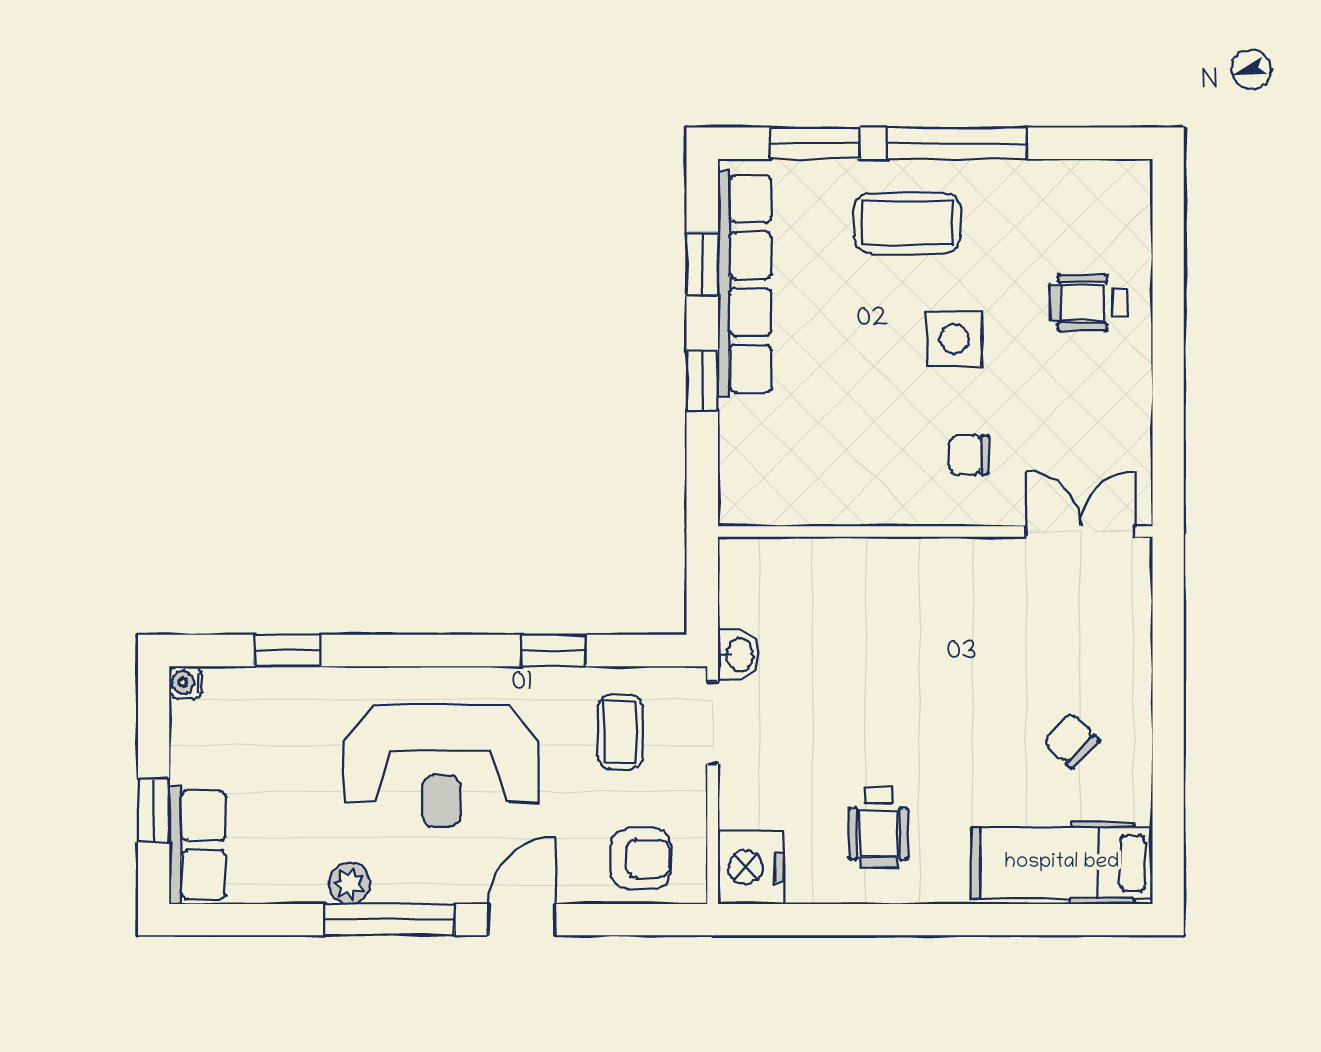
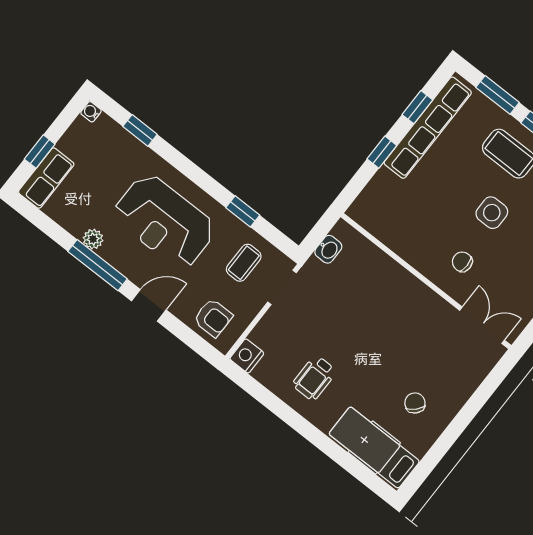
washbasin: (739, 655) -> (328, 249), moved
nightstand: (751, 867) -> (247, 356), width x0.74, depth x0.75

